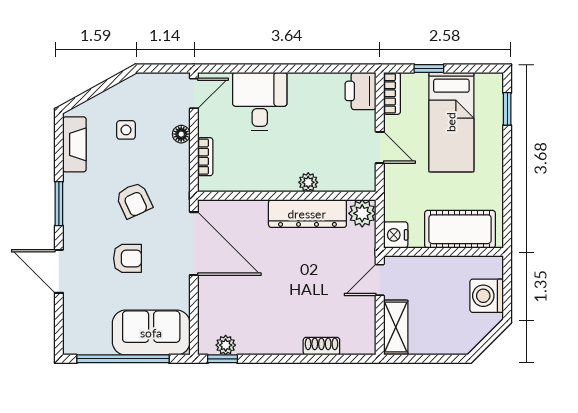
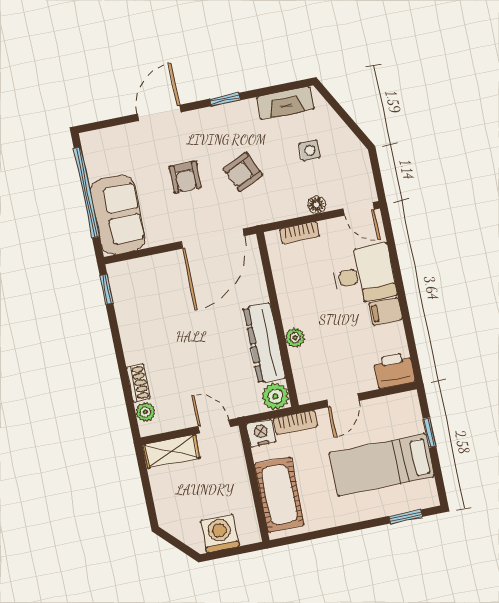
filing cabinet: (300, 87) -> (386, 311), added
bookcase: (392, 93) -> (296, 422), moved
window: (59, 204) -> (225, 100), width x0.67
plant: (226, 345) -> (145, 412), moved

